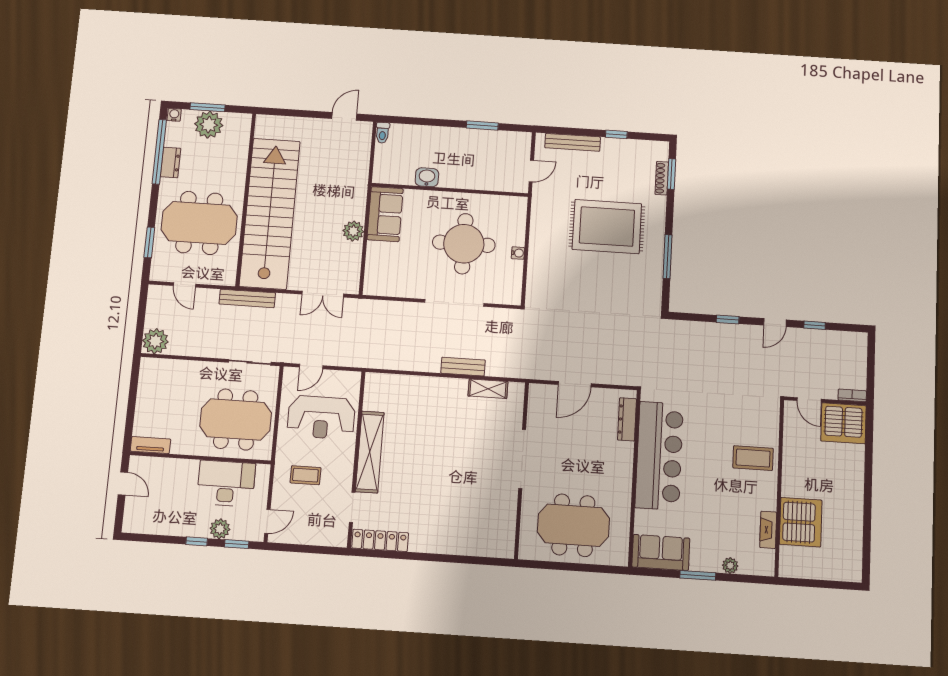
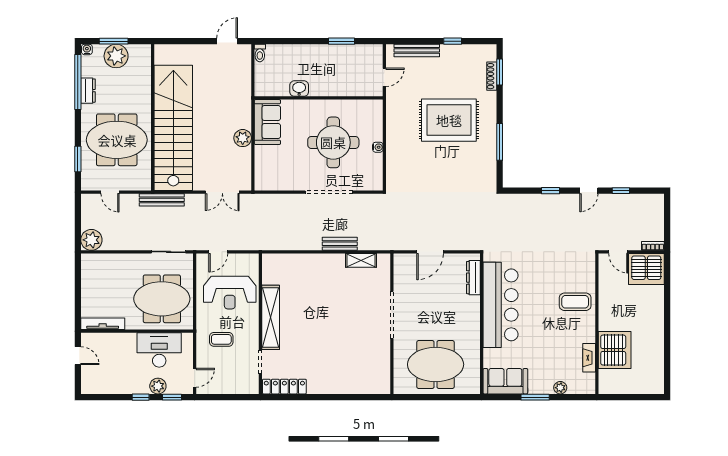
tv unit: (150, 445) -> (103, 324), width x1.41

